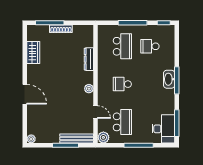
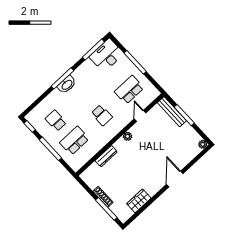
school desk: (150, 46) -> (56, 121), turned 180
plant: (103, 137) -> (153, 93), removed

